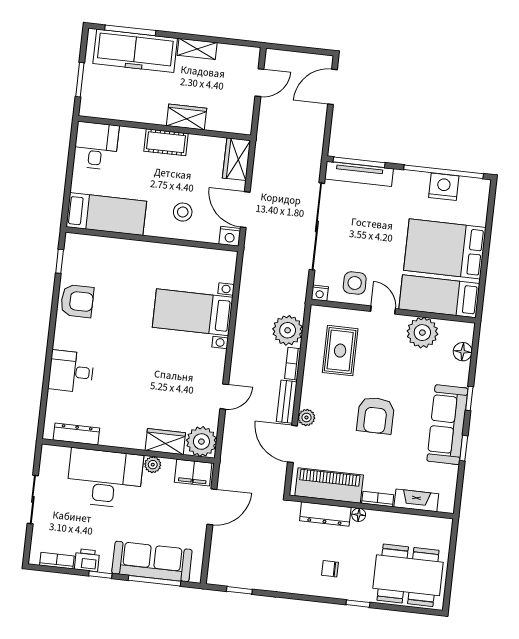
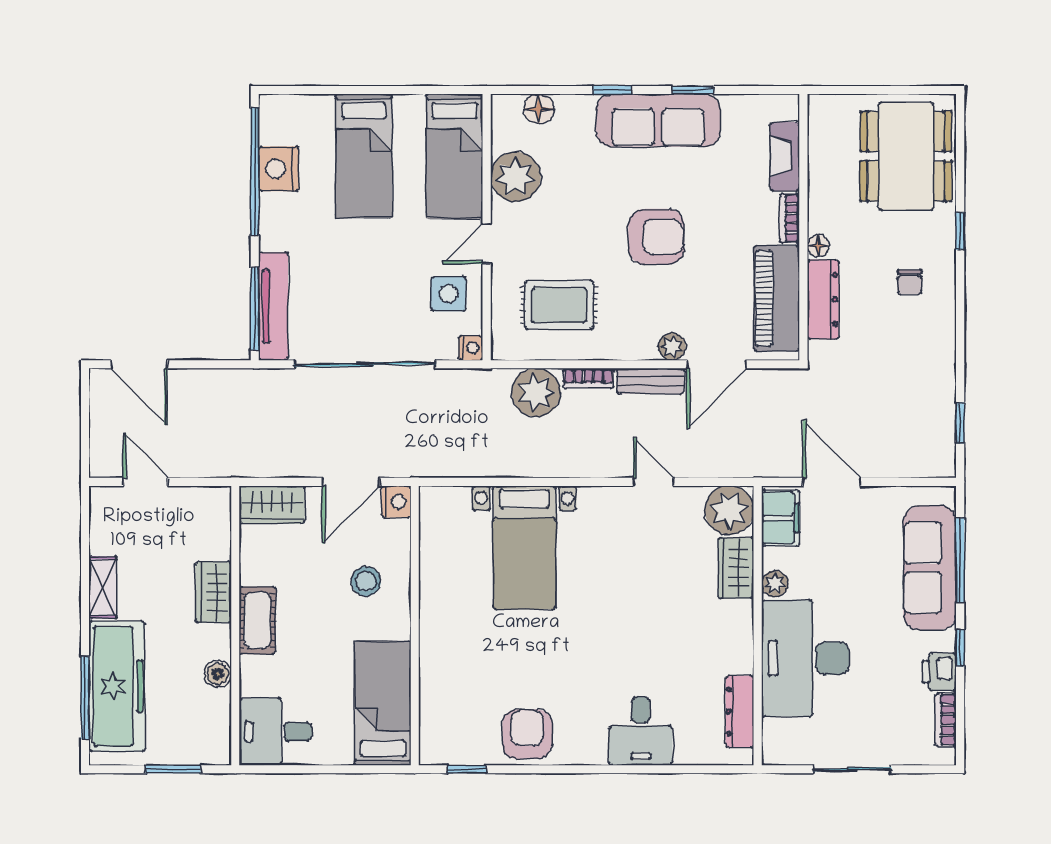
boiler: (136, 114) -> (218, 674), added
bed: (445, 249) -> (364, 156), width x0.67

